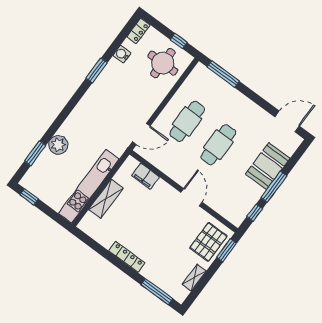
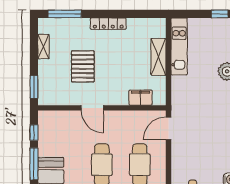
kitchen unit: (89, 186) -> (179, 46), width x0.73
pallet: (208, 242) -> (83, 66), moved

